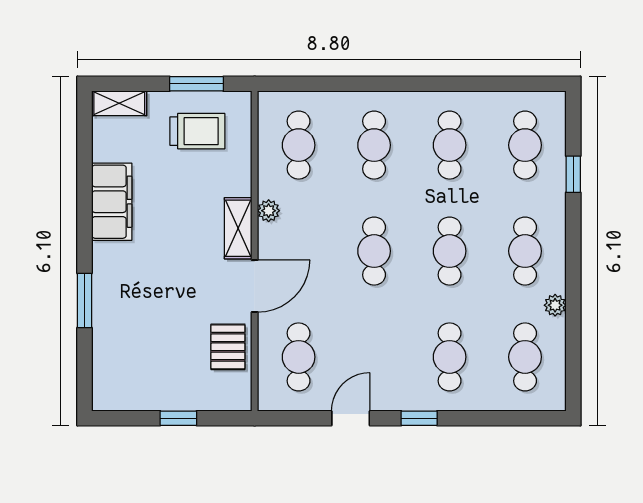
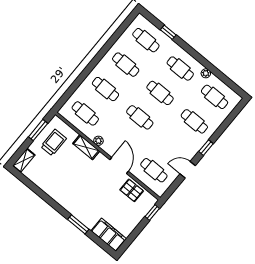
filing cabinet: (112, 202) -> (109, 235), moved
shelving: (238, 228) -> (86, 147), moved
window: (178, 418) -> (152, 213), moved
door: (351, 418) -> (188, 170), hinge flipped

